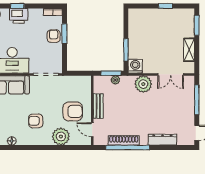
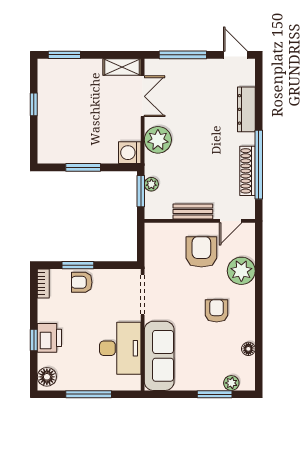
window: (126, 50) -> (83, 167), moved
shelving: (189, 50) -> (122, 67), moved
armchair: (36, 121) -> (217, 311), turned 180

